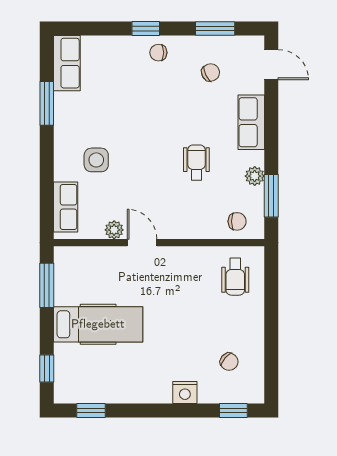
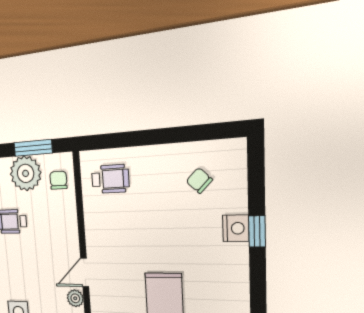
plant: (255, 176) -> (26, 173), width x1.87, depth x1.87
chair: (229, 362) -> (199, 181), turned -87
window: (233, 410) -> (257, 231), moved

